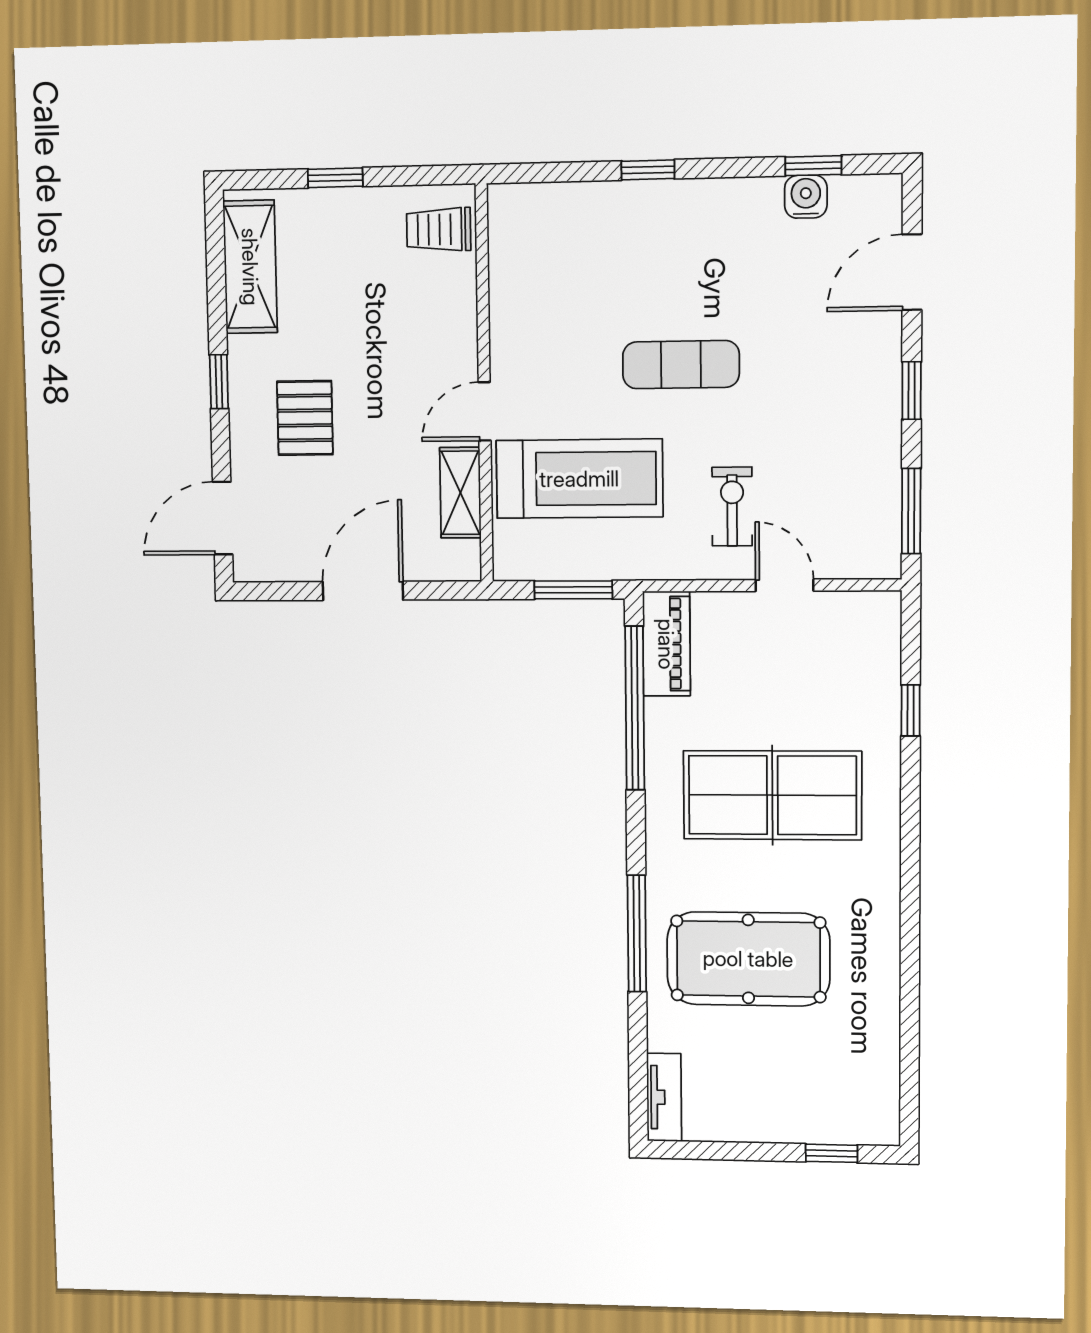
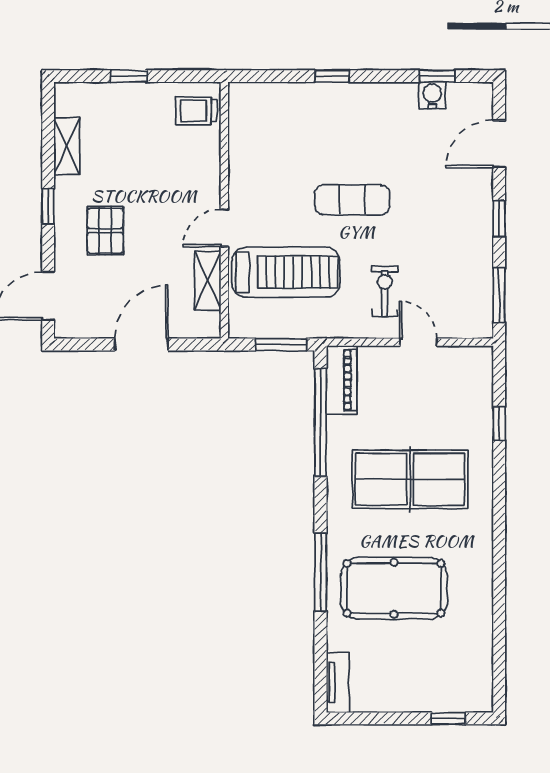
shelving: (250, 267) -> (67, 146), width x0.67, depth x0.75

